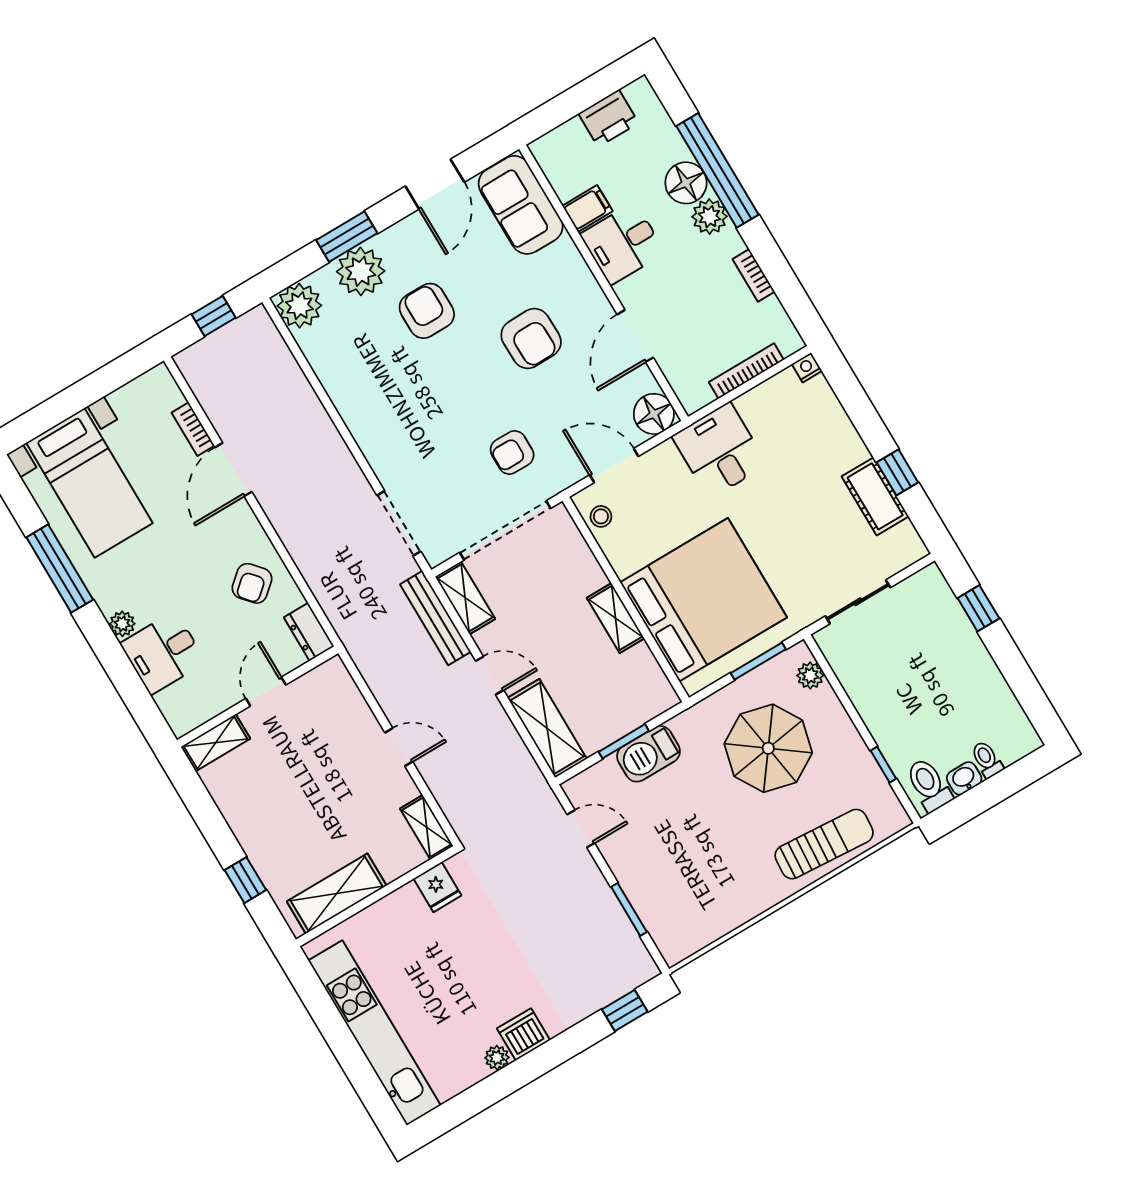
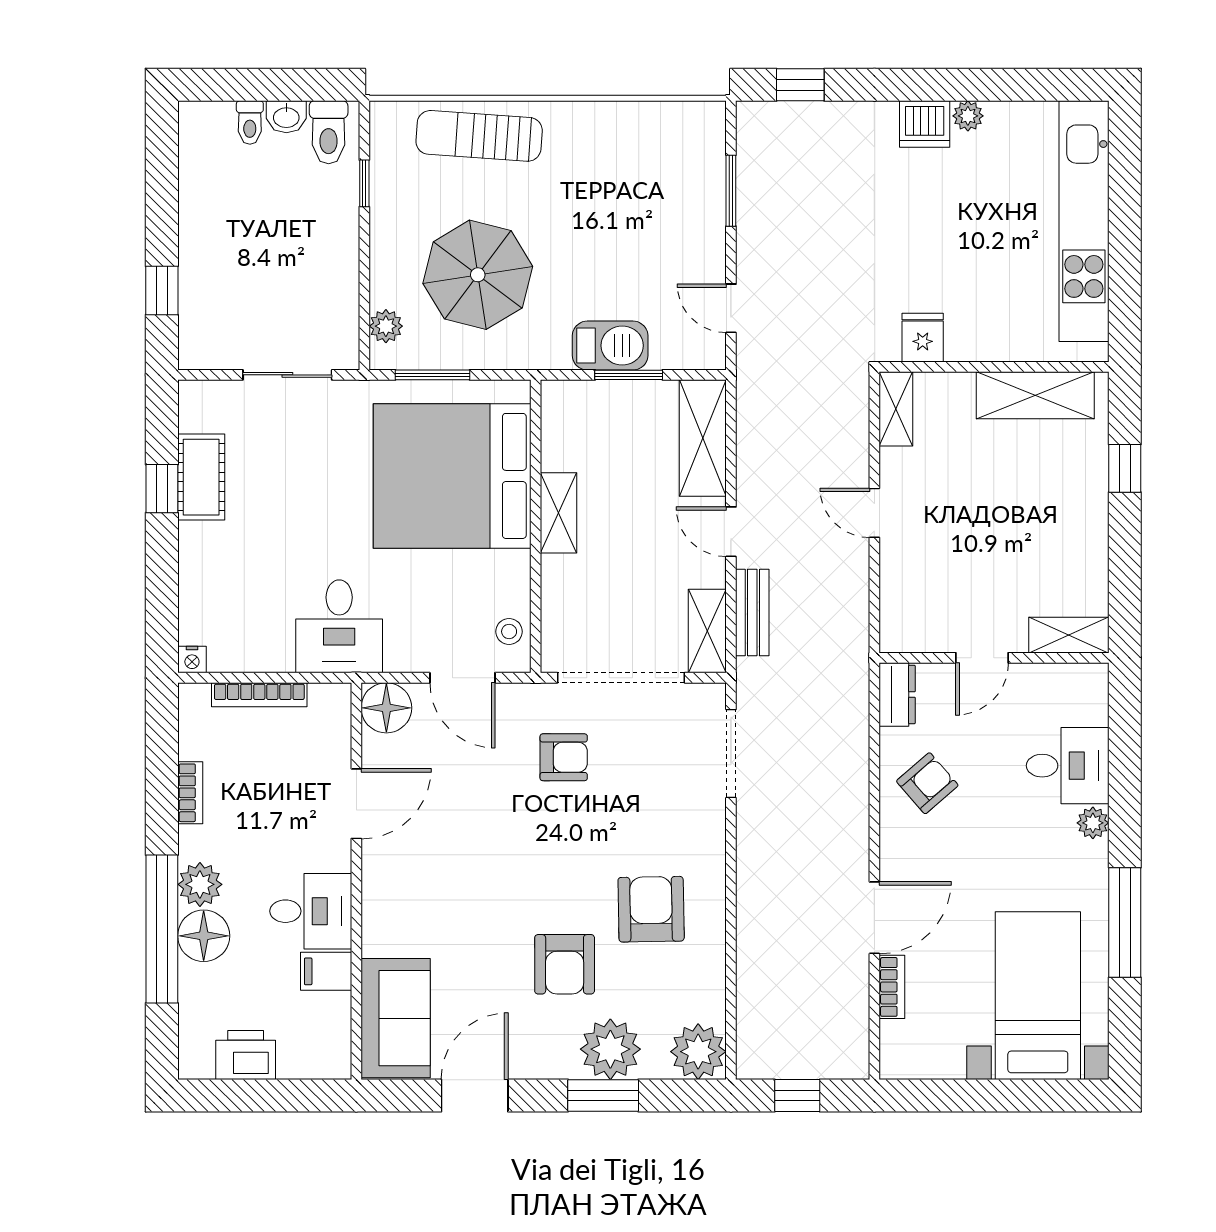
armchair: (531, 338) -> (651, 909), moved
bench: (435, 618) -> (752, 612), width x0.73

